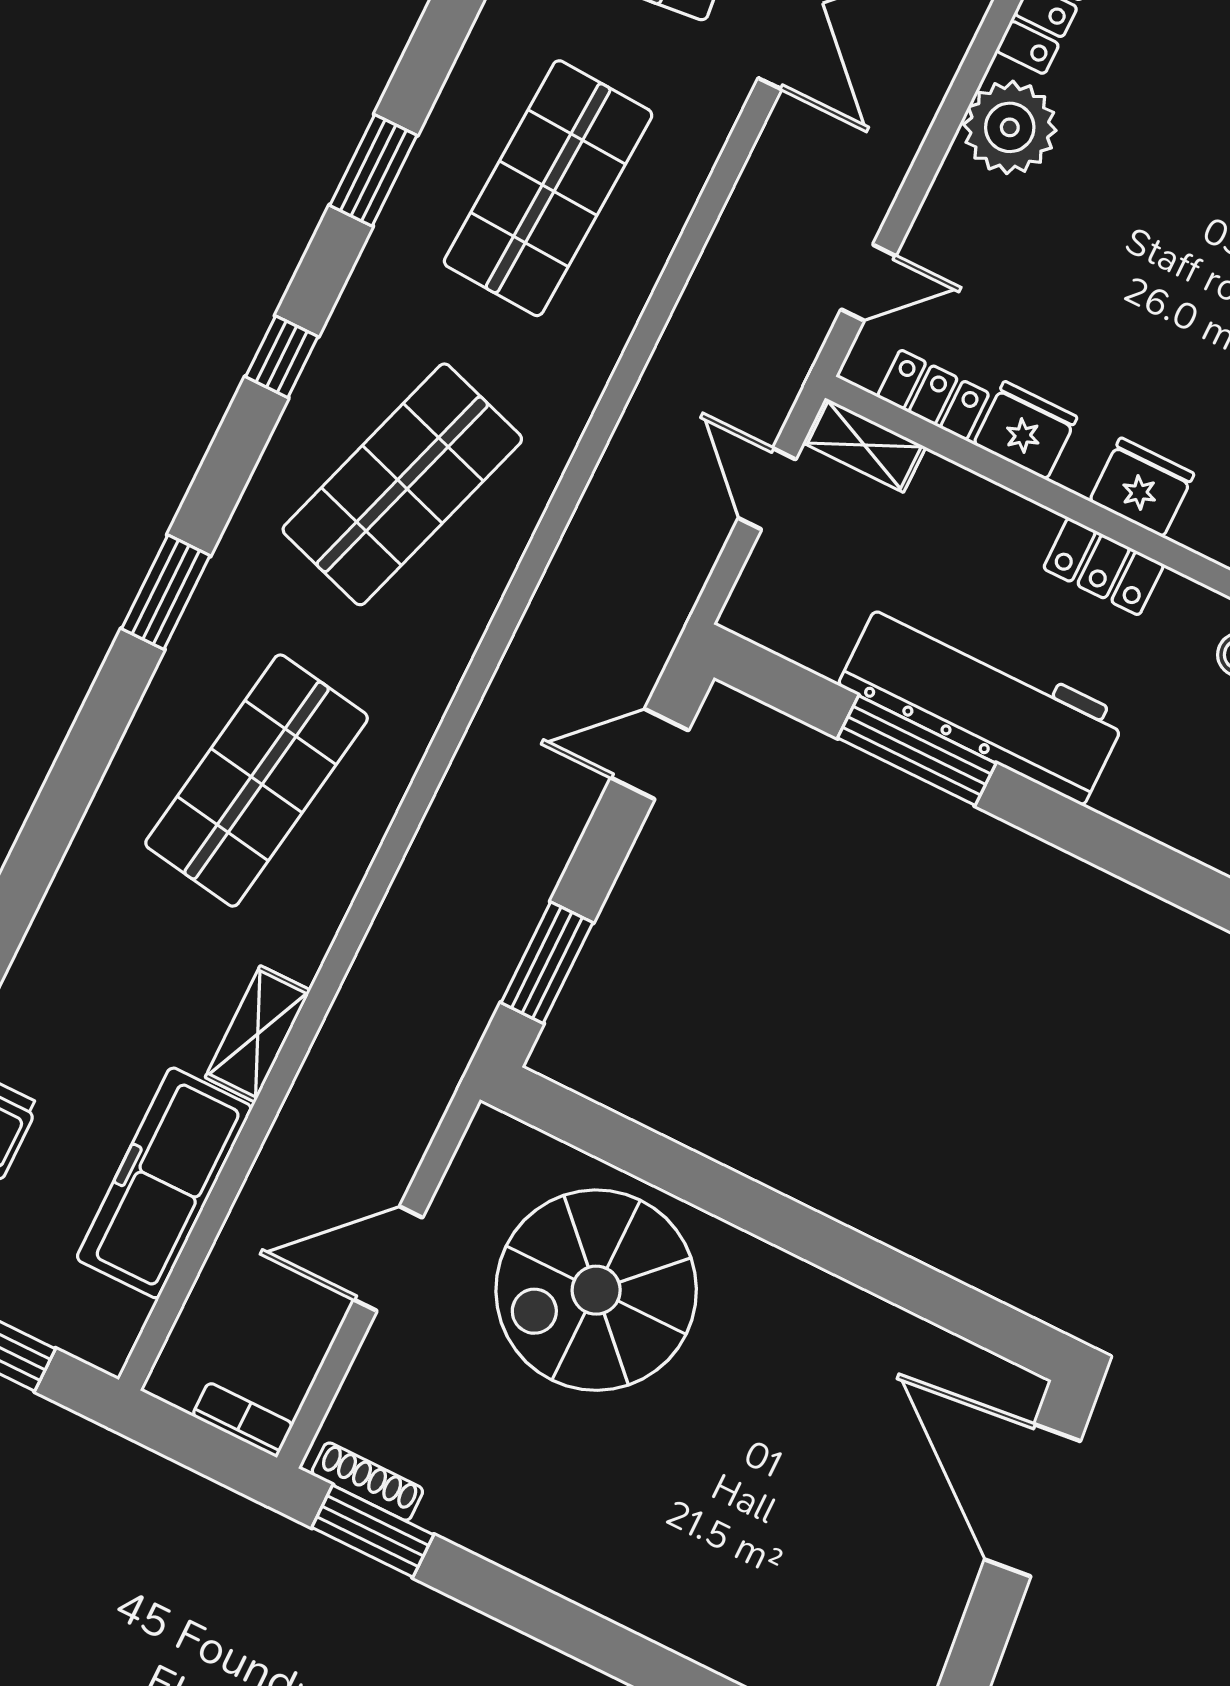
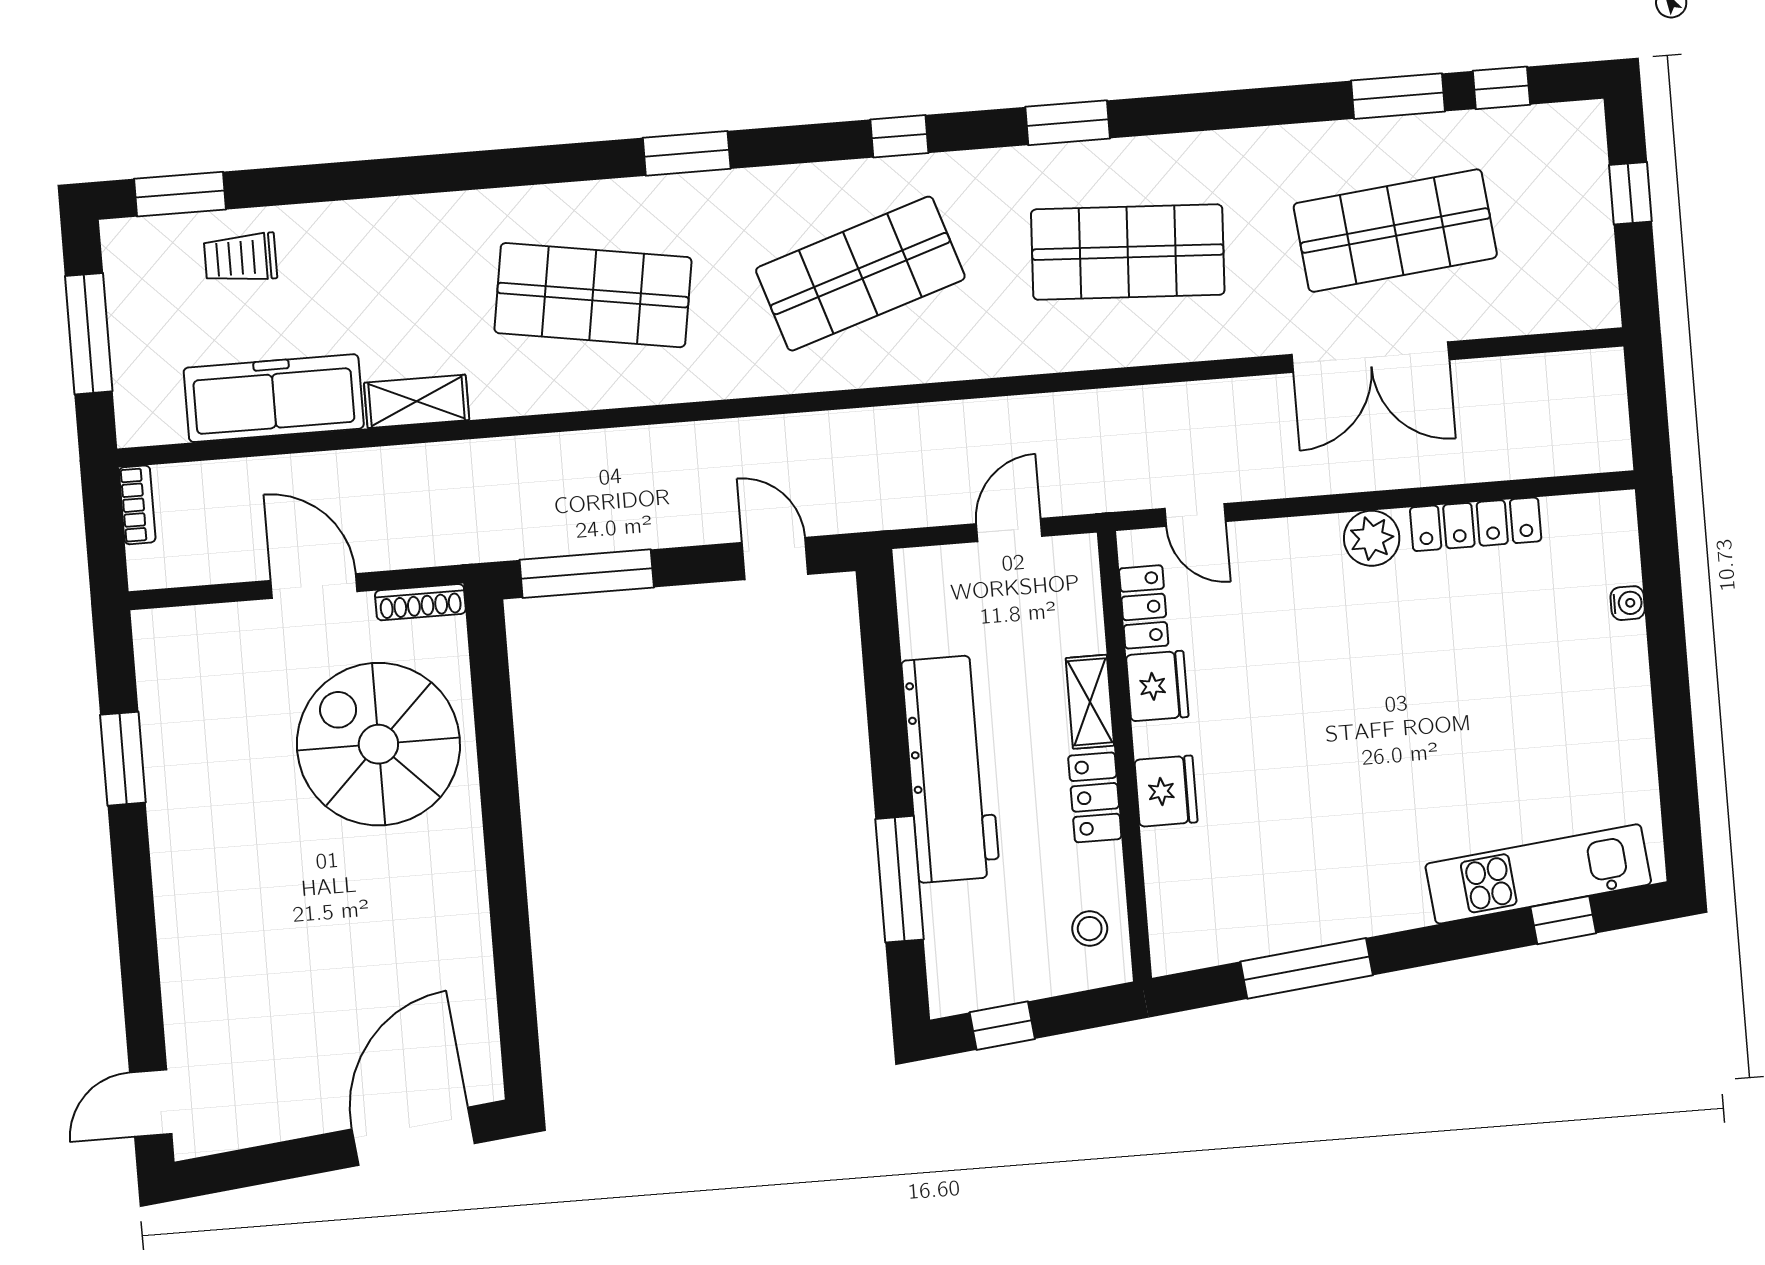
plant: (1010, 127) -> (1372, 538), width x0.73, depth x0.73
shelving: (864, 445) -> (1090, 702), moved
shop shelf: (402, 484) -> (860, 274), turned -36
window: (917, 751) -> (900, 879), moved
window: (547, 963) -> (587, 574), width x1.44
bookcase: (243, 1420) -> (137, 505), moved
shoe rack: (367, 1482) -> (420, 602), moved, turned 90
window: (373, 1531) -> (123, 759), moved

